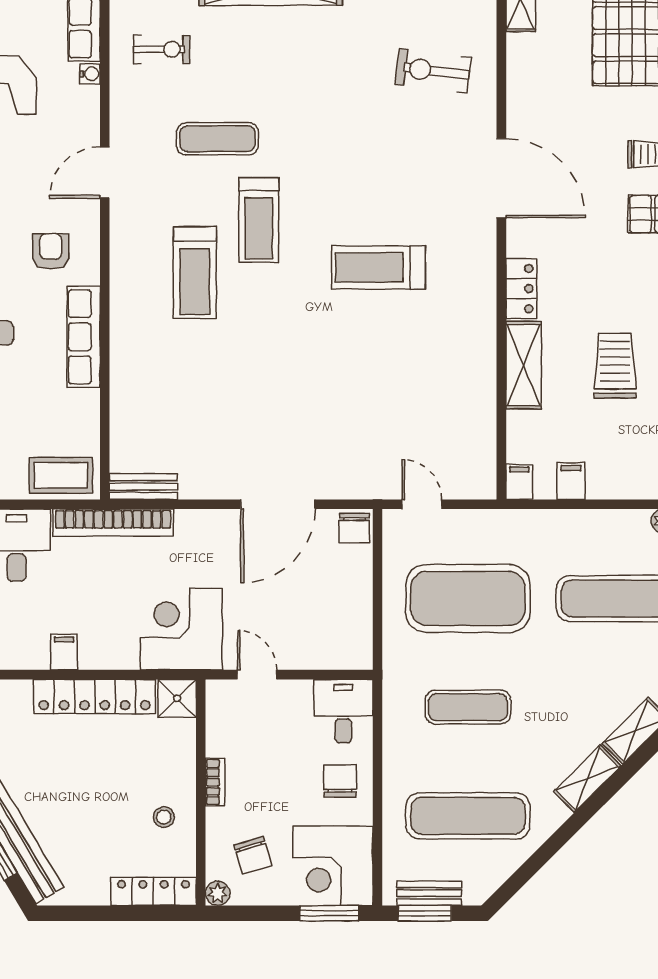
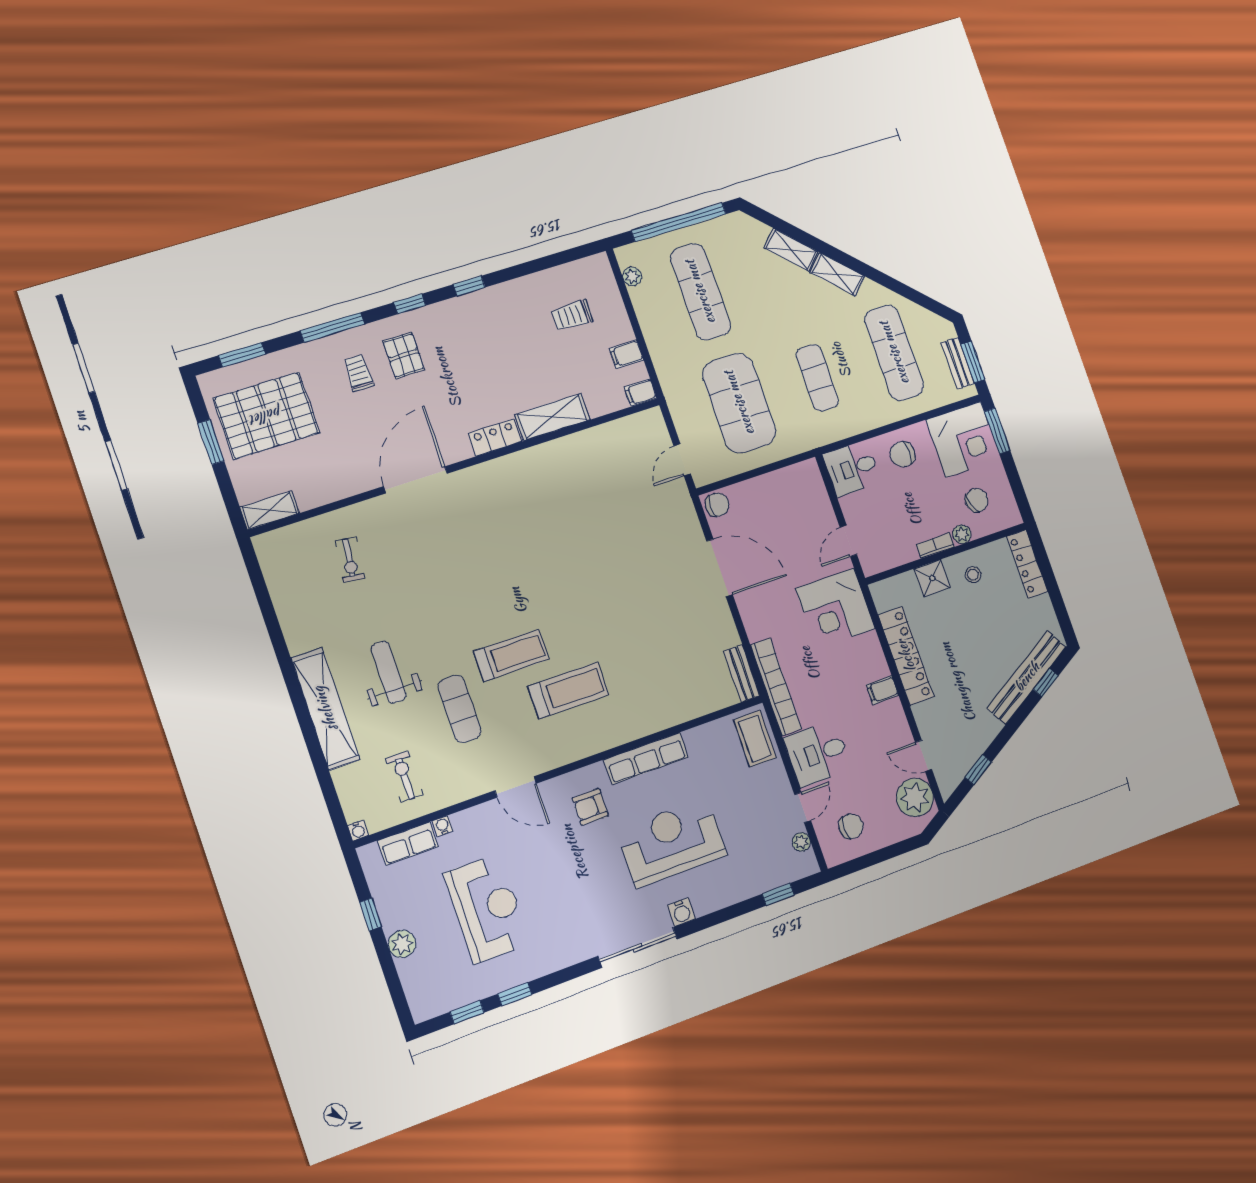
exercise bike: (433, 71) -> (349, 560), width x0.73, depth x0.72
weight bench: (288, 72) -> (389, 672), added
treadmill: (379, 267) -> (516, 551), removed
trolley: (615, 366) -> (572, 315), moved, width x0.73, depth x0.72
shower: (177, 698) -> (932, 578), moved
plant: (218, 893) -> (962, 534), moved

